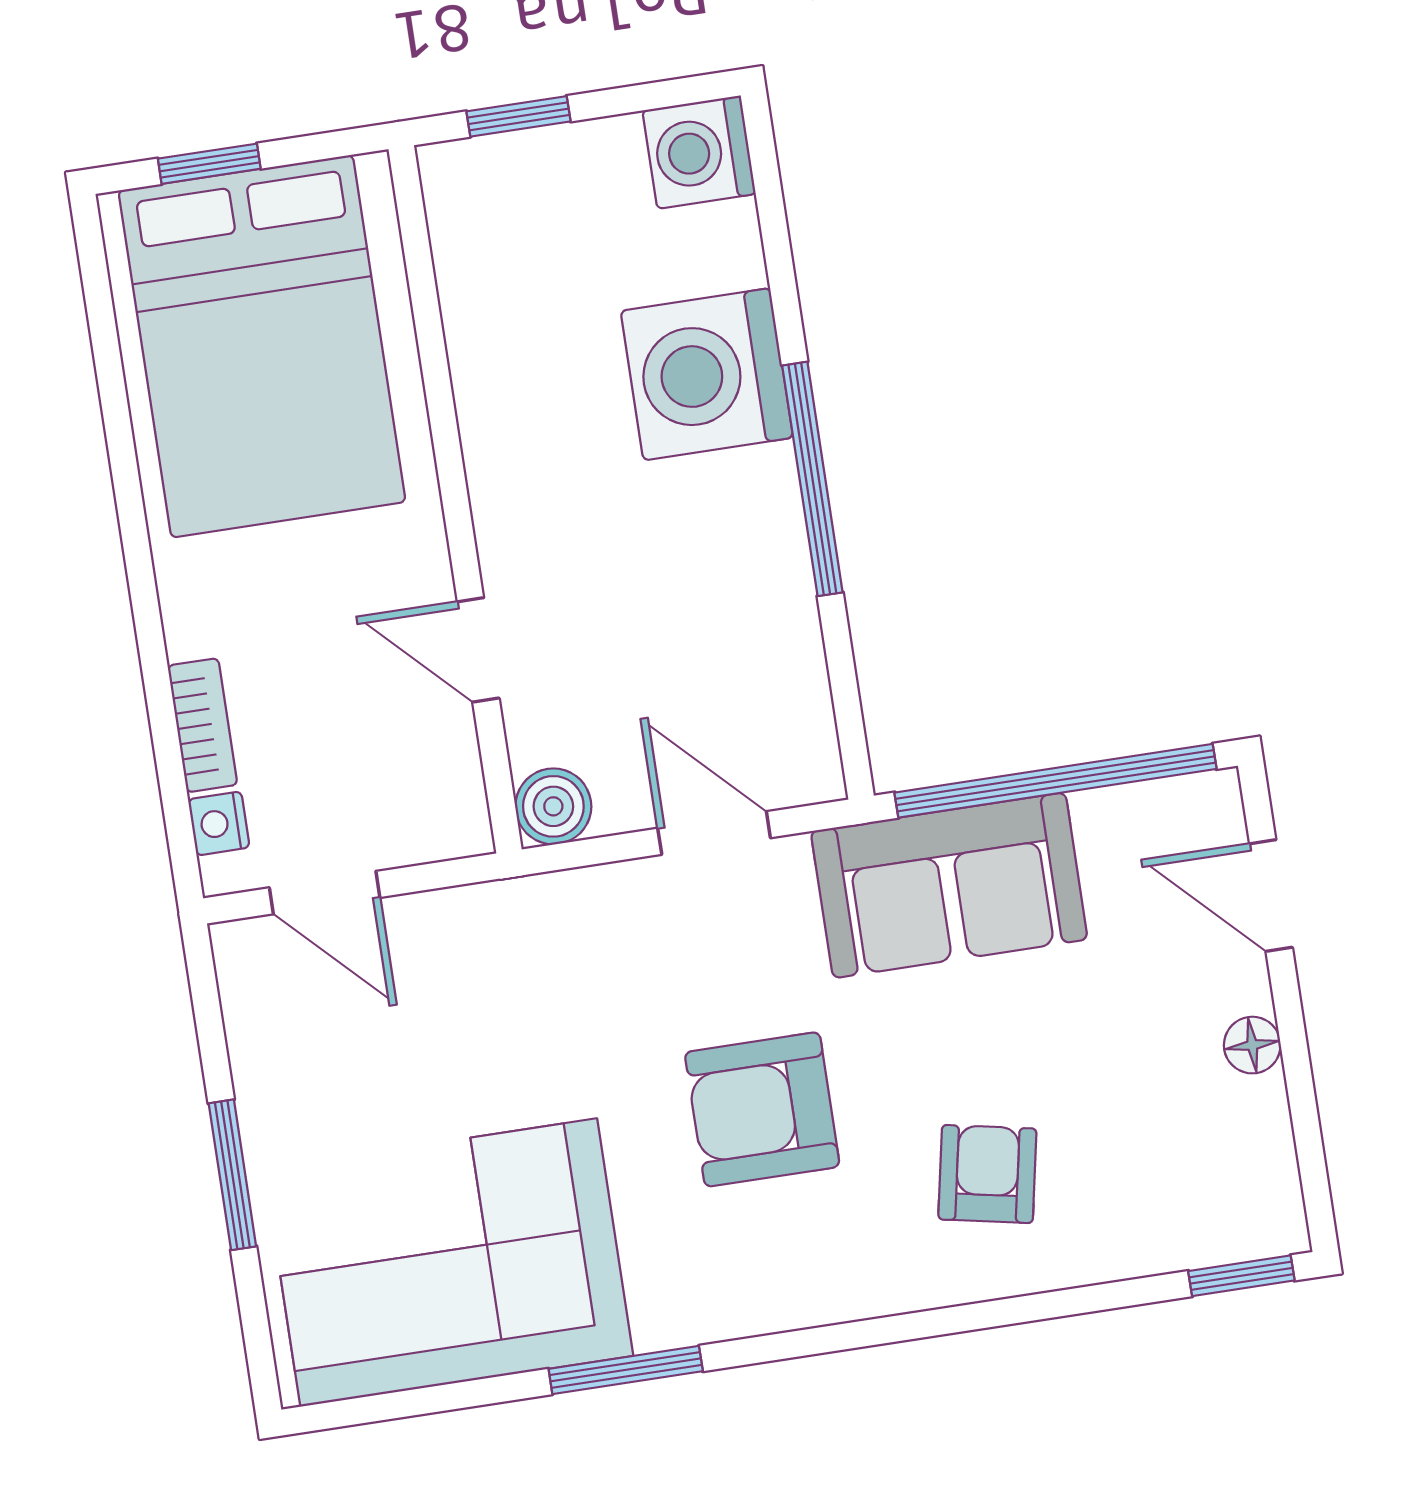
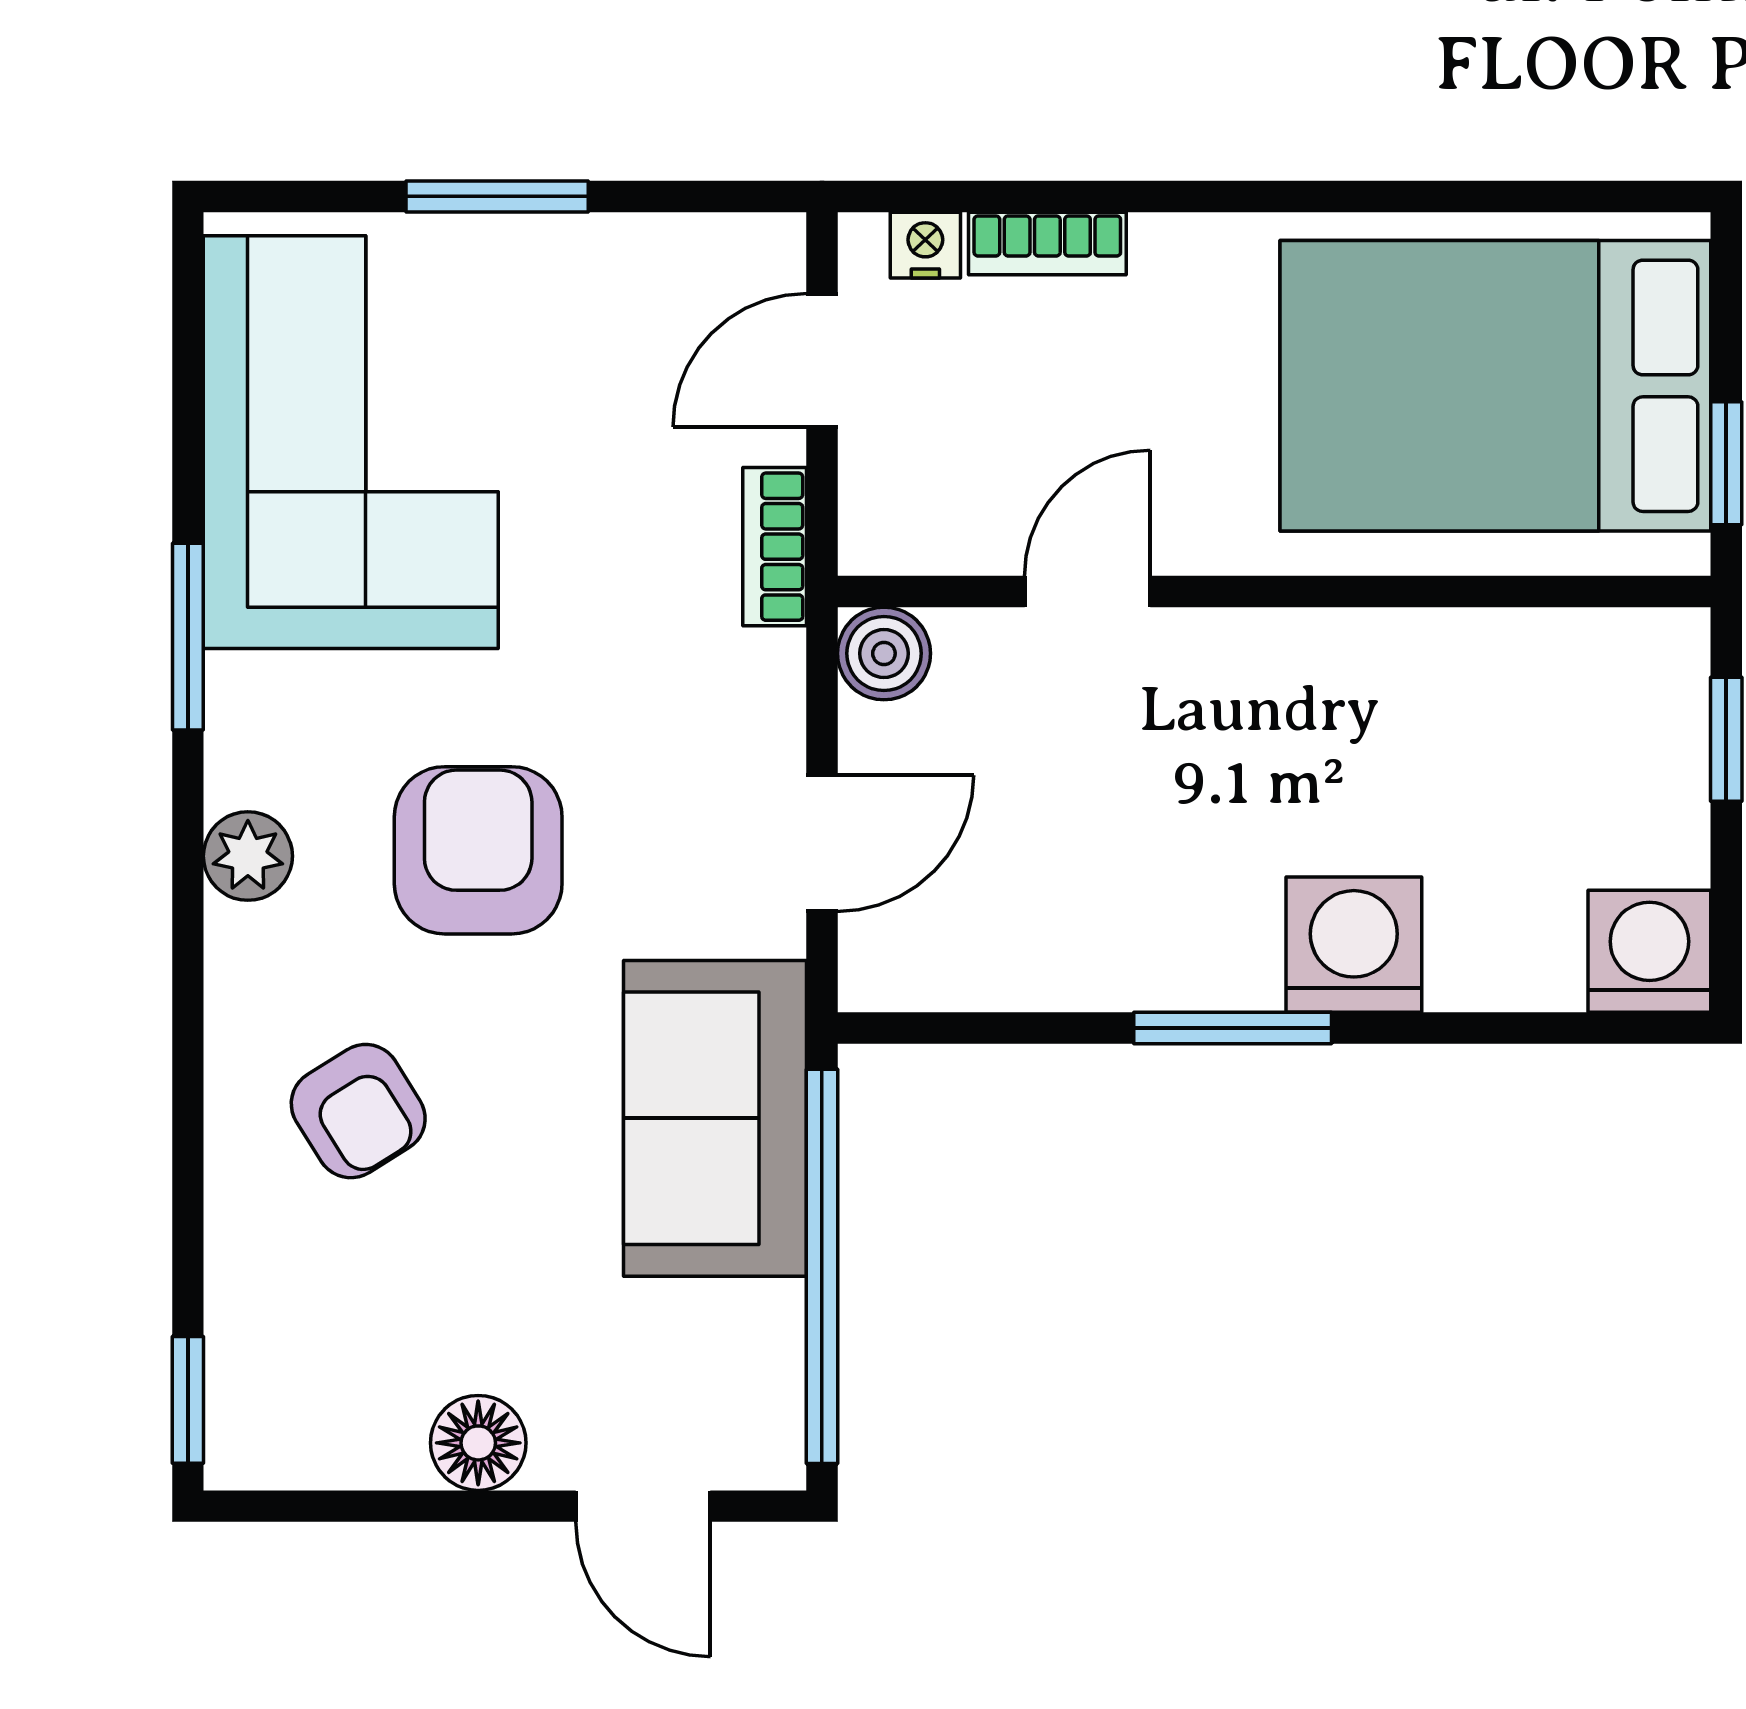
window: (209, 164) -> (1726, 463), moved
washing machine: (707, 374) -> (1354, 945), width x0.73, depth x0.73
window: (812, 479) -> (1233, 1028), width x0.69
door: (1271, 895) -> (643, 1506), swing flipped
bookcase: (481, 908) -> (775, 547), added
floor lamp: (1252, 1045) -> (478, 1443), width x1.37, depth x1.37
armchair: (987, 1174) -> (358, 1111), turned 47
plant: (795, 1294) -> (248, 856), added

